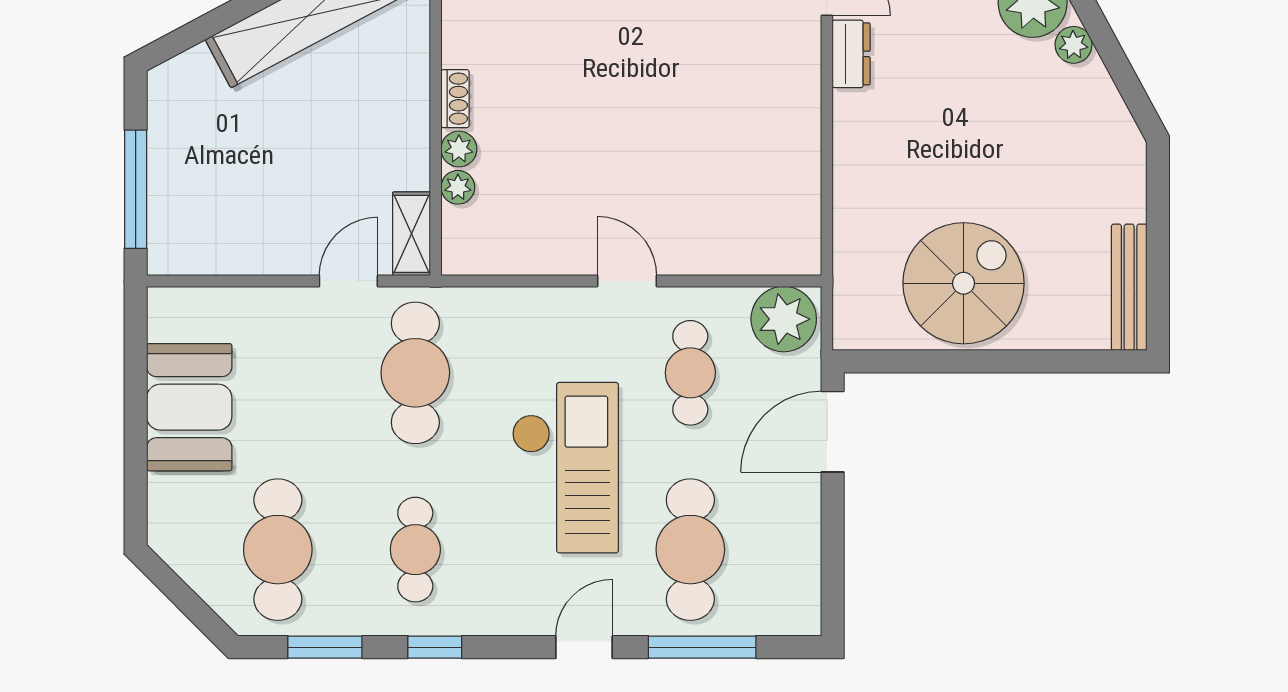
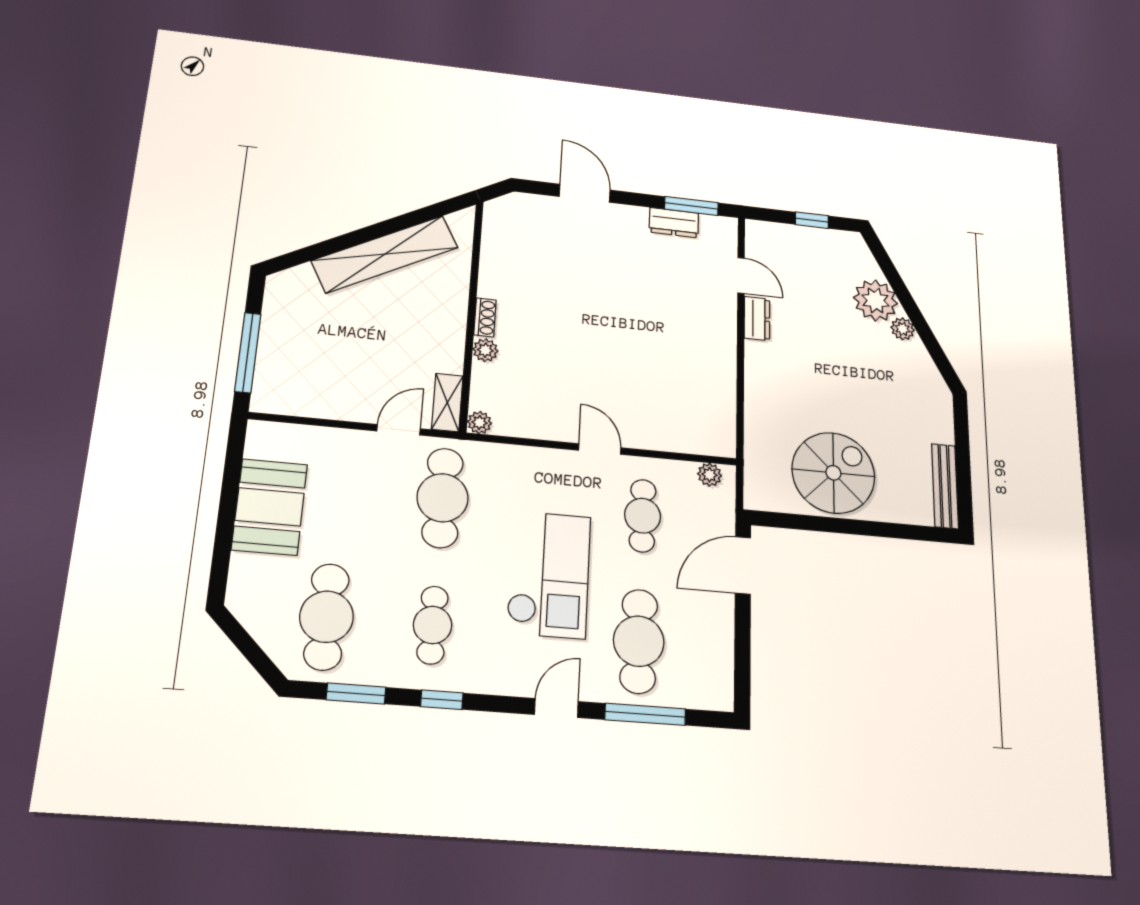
plant: (458, 187) -> (479, 423), moved
plant: (784, 319) -> (710, 475), width x0.53, depth x0.53

